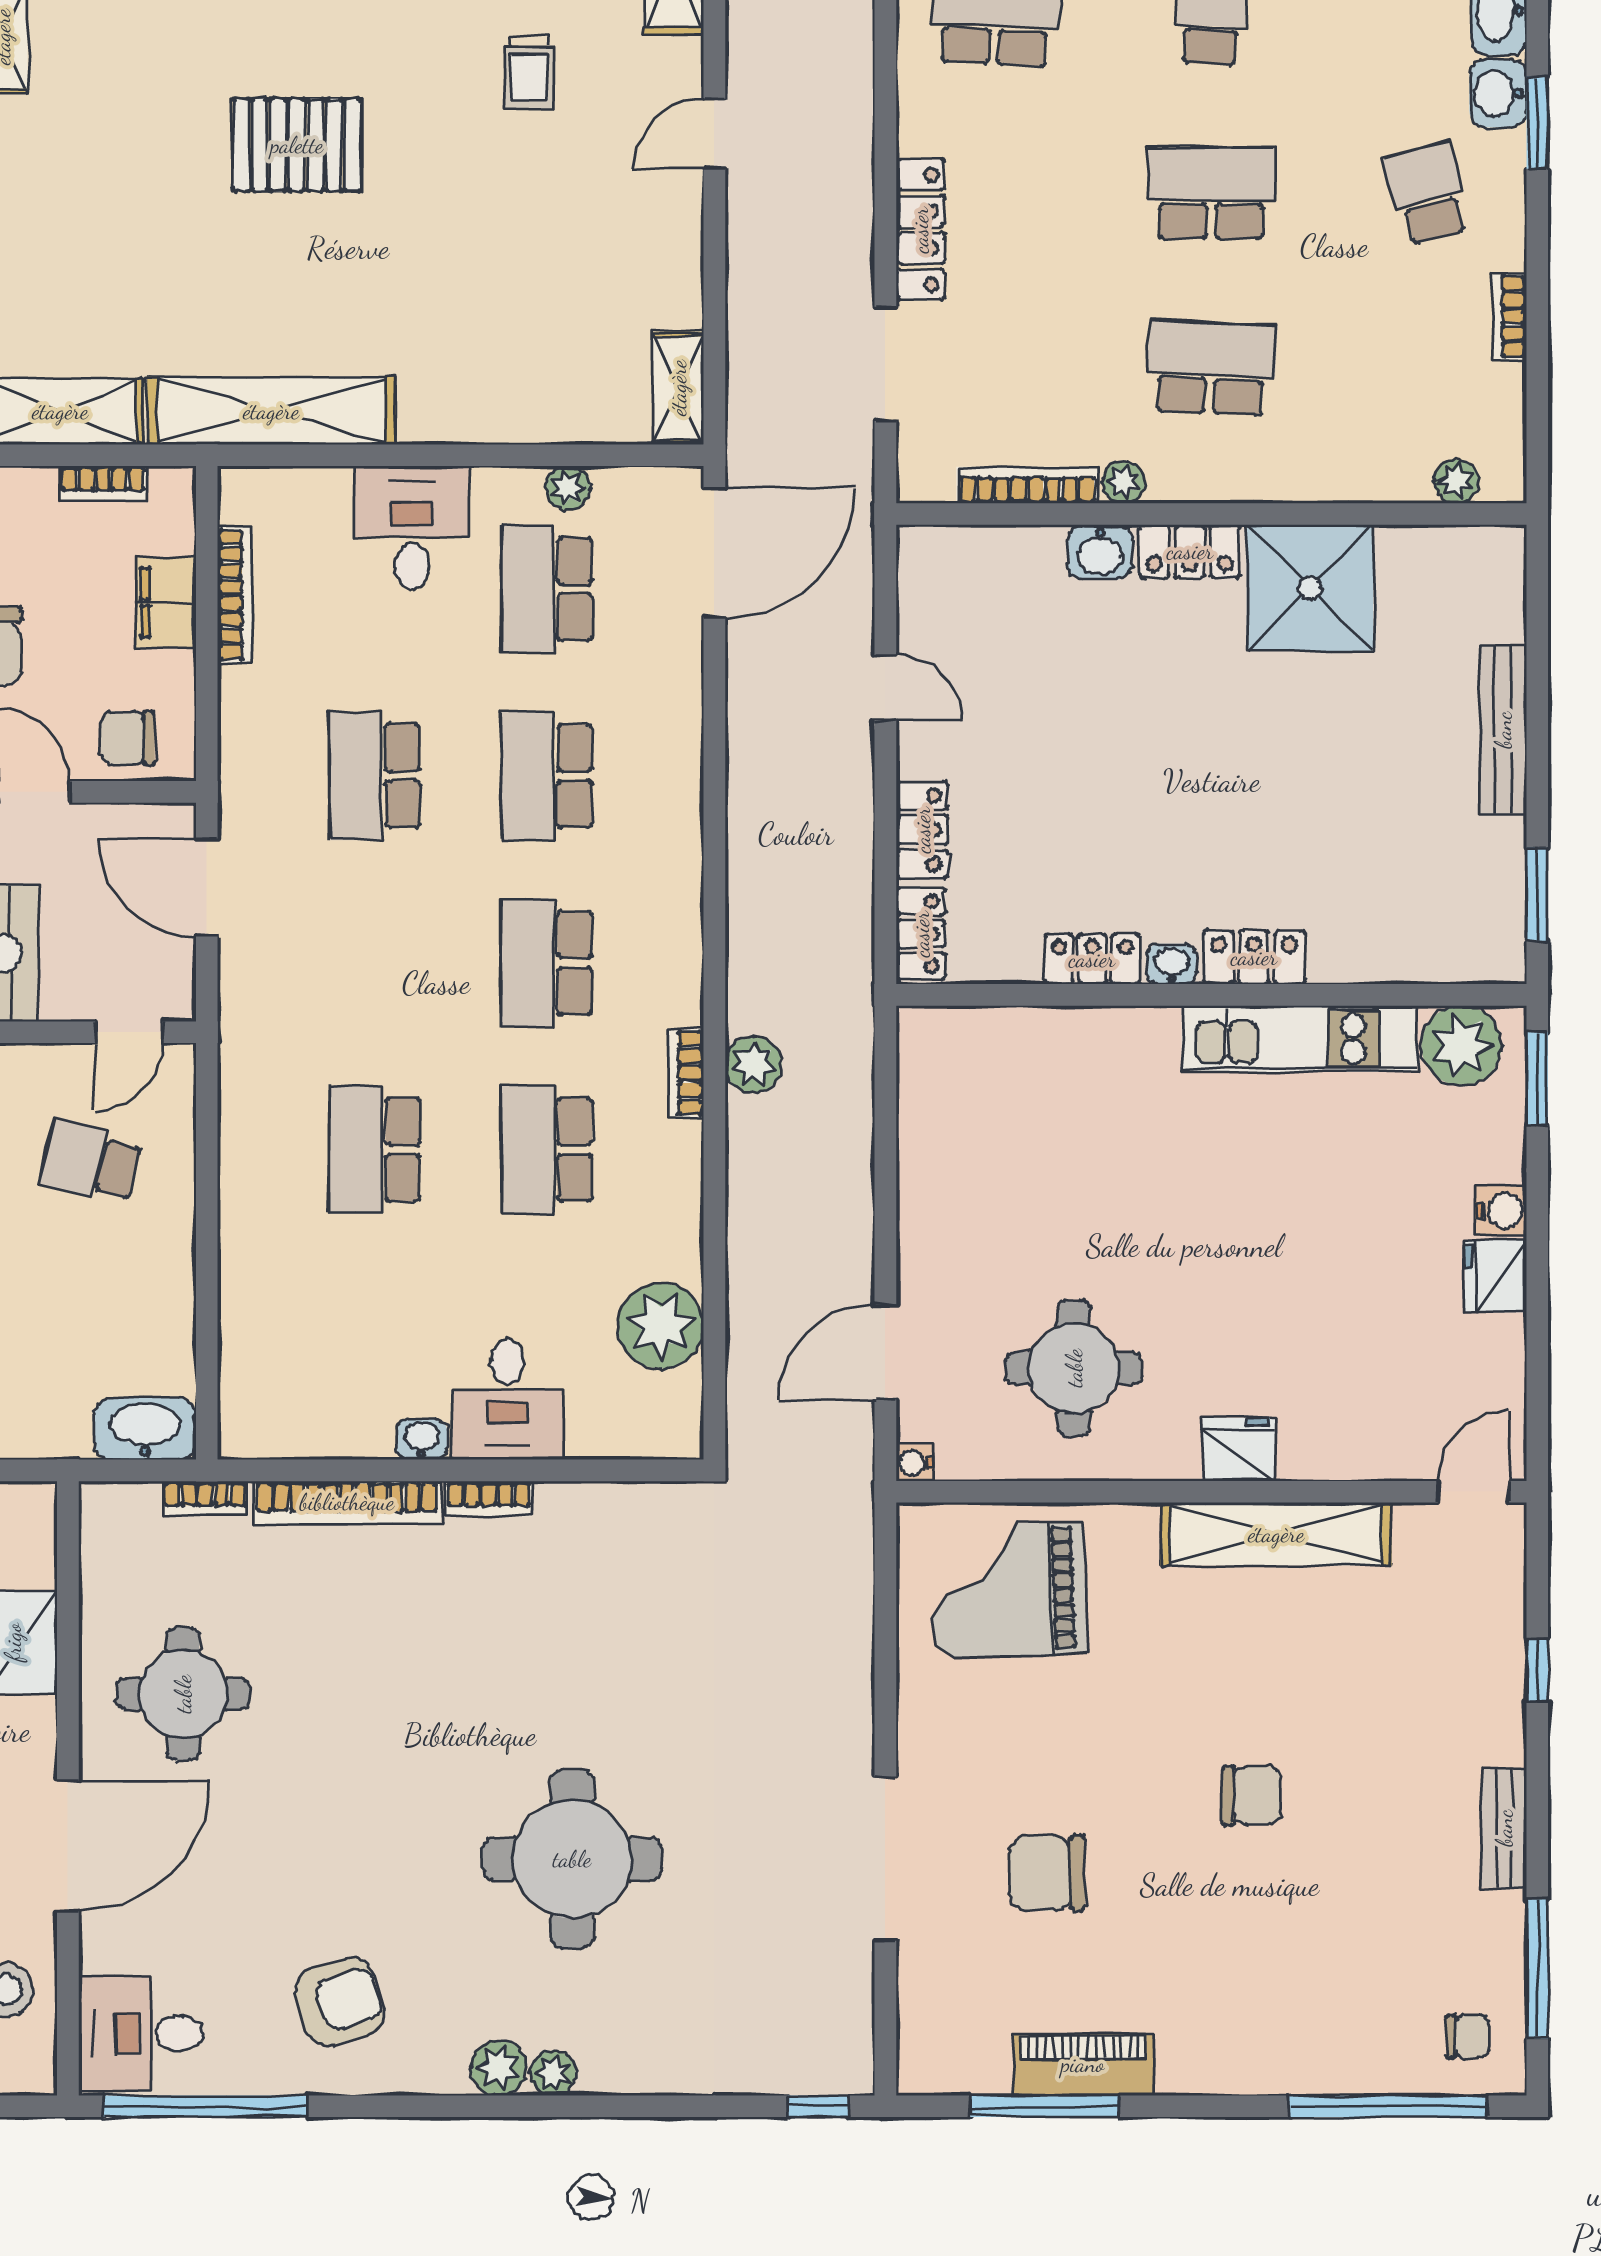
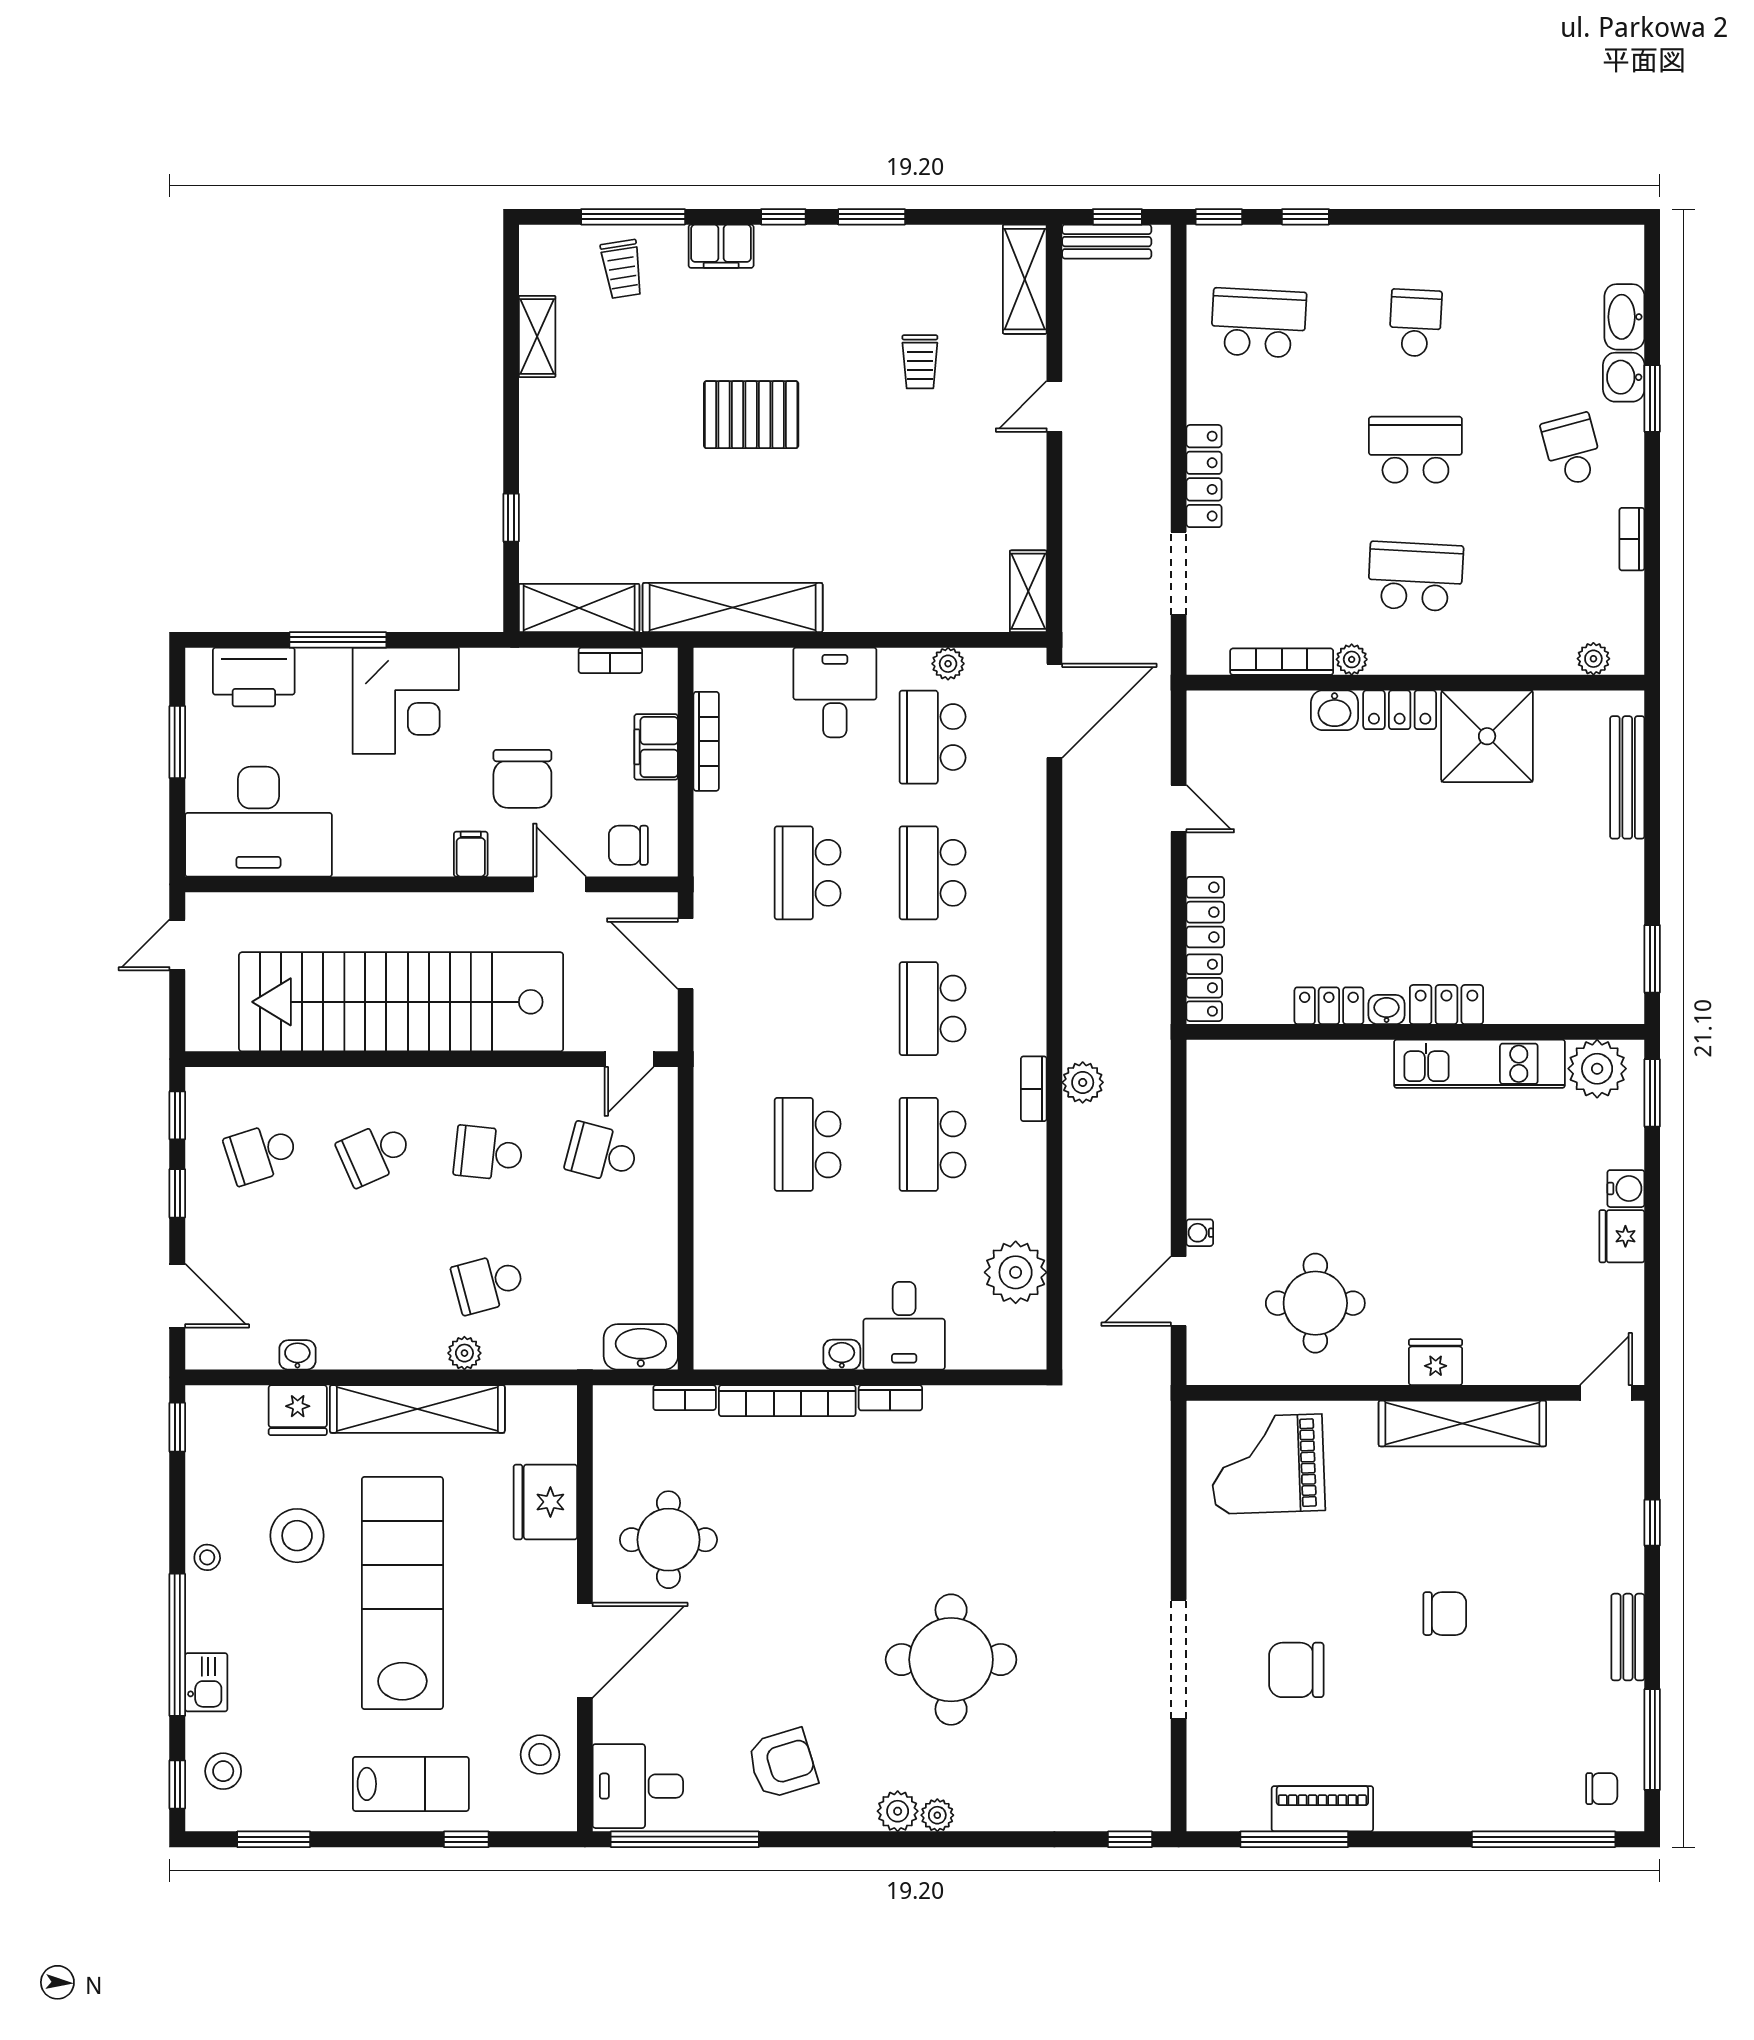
bench: (1503, 730) -> (1627, 777), moved
water cooler: (914, 1463) -> (1200, 1233), moved

